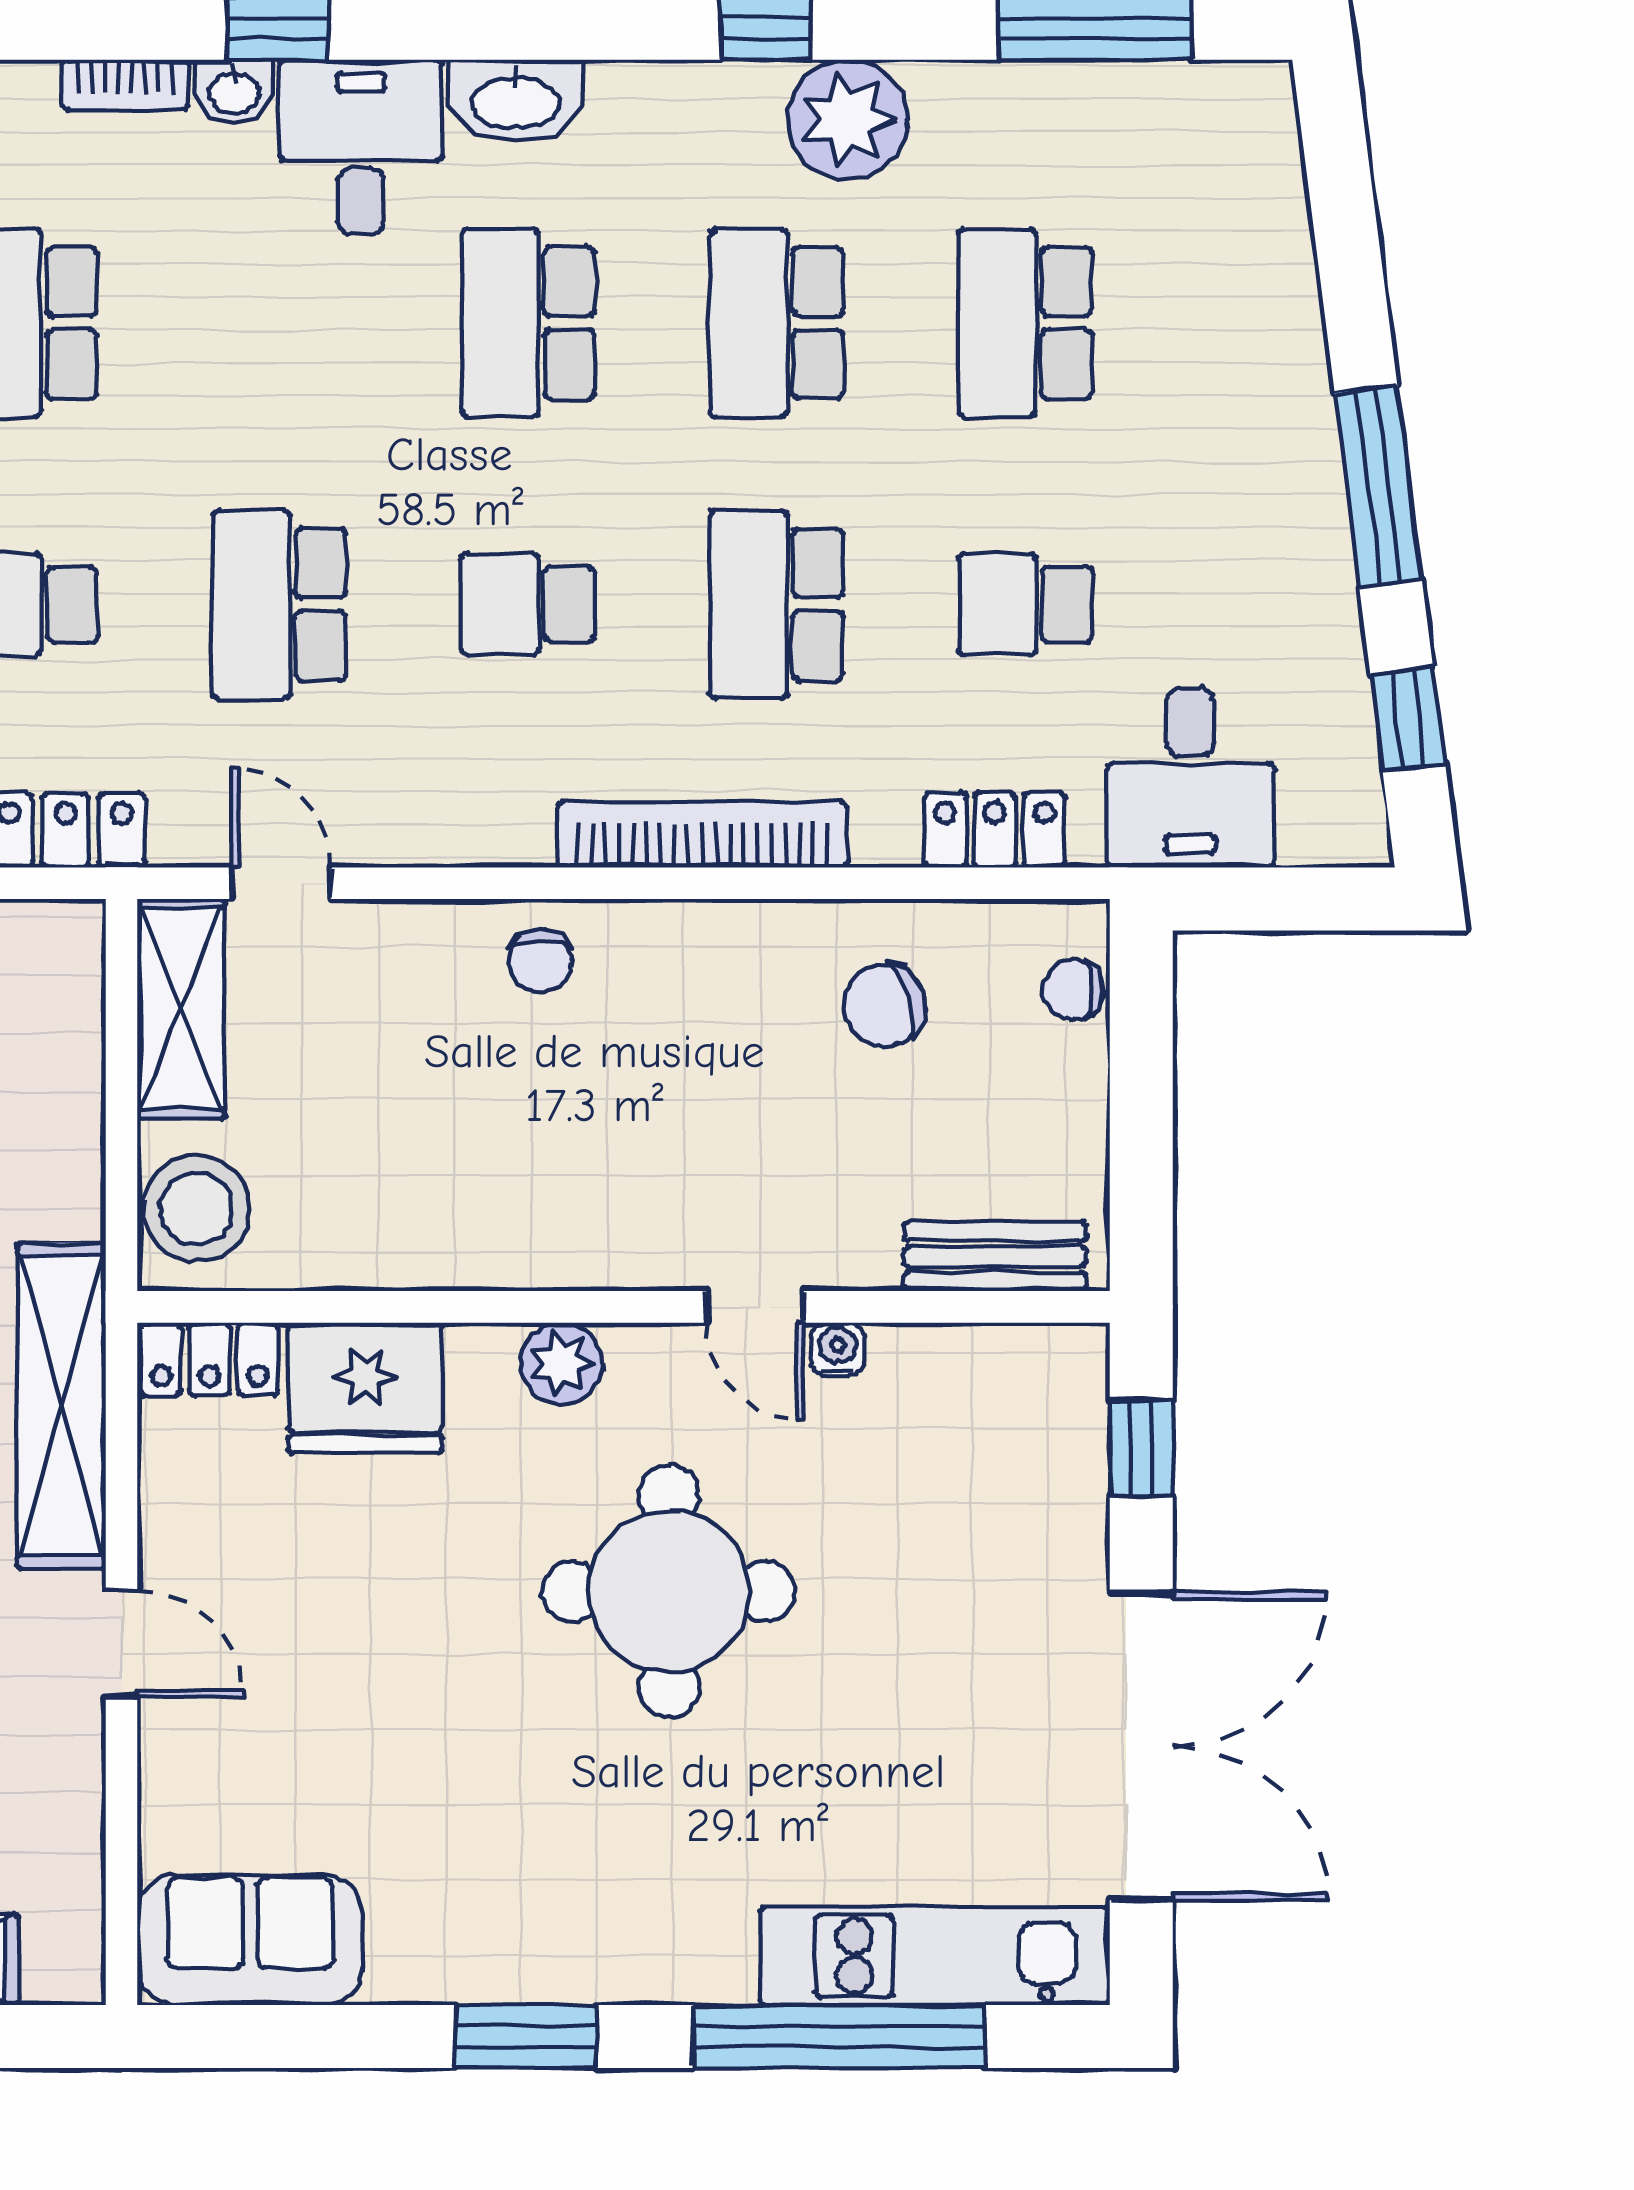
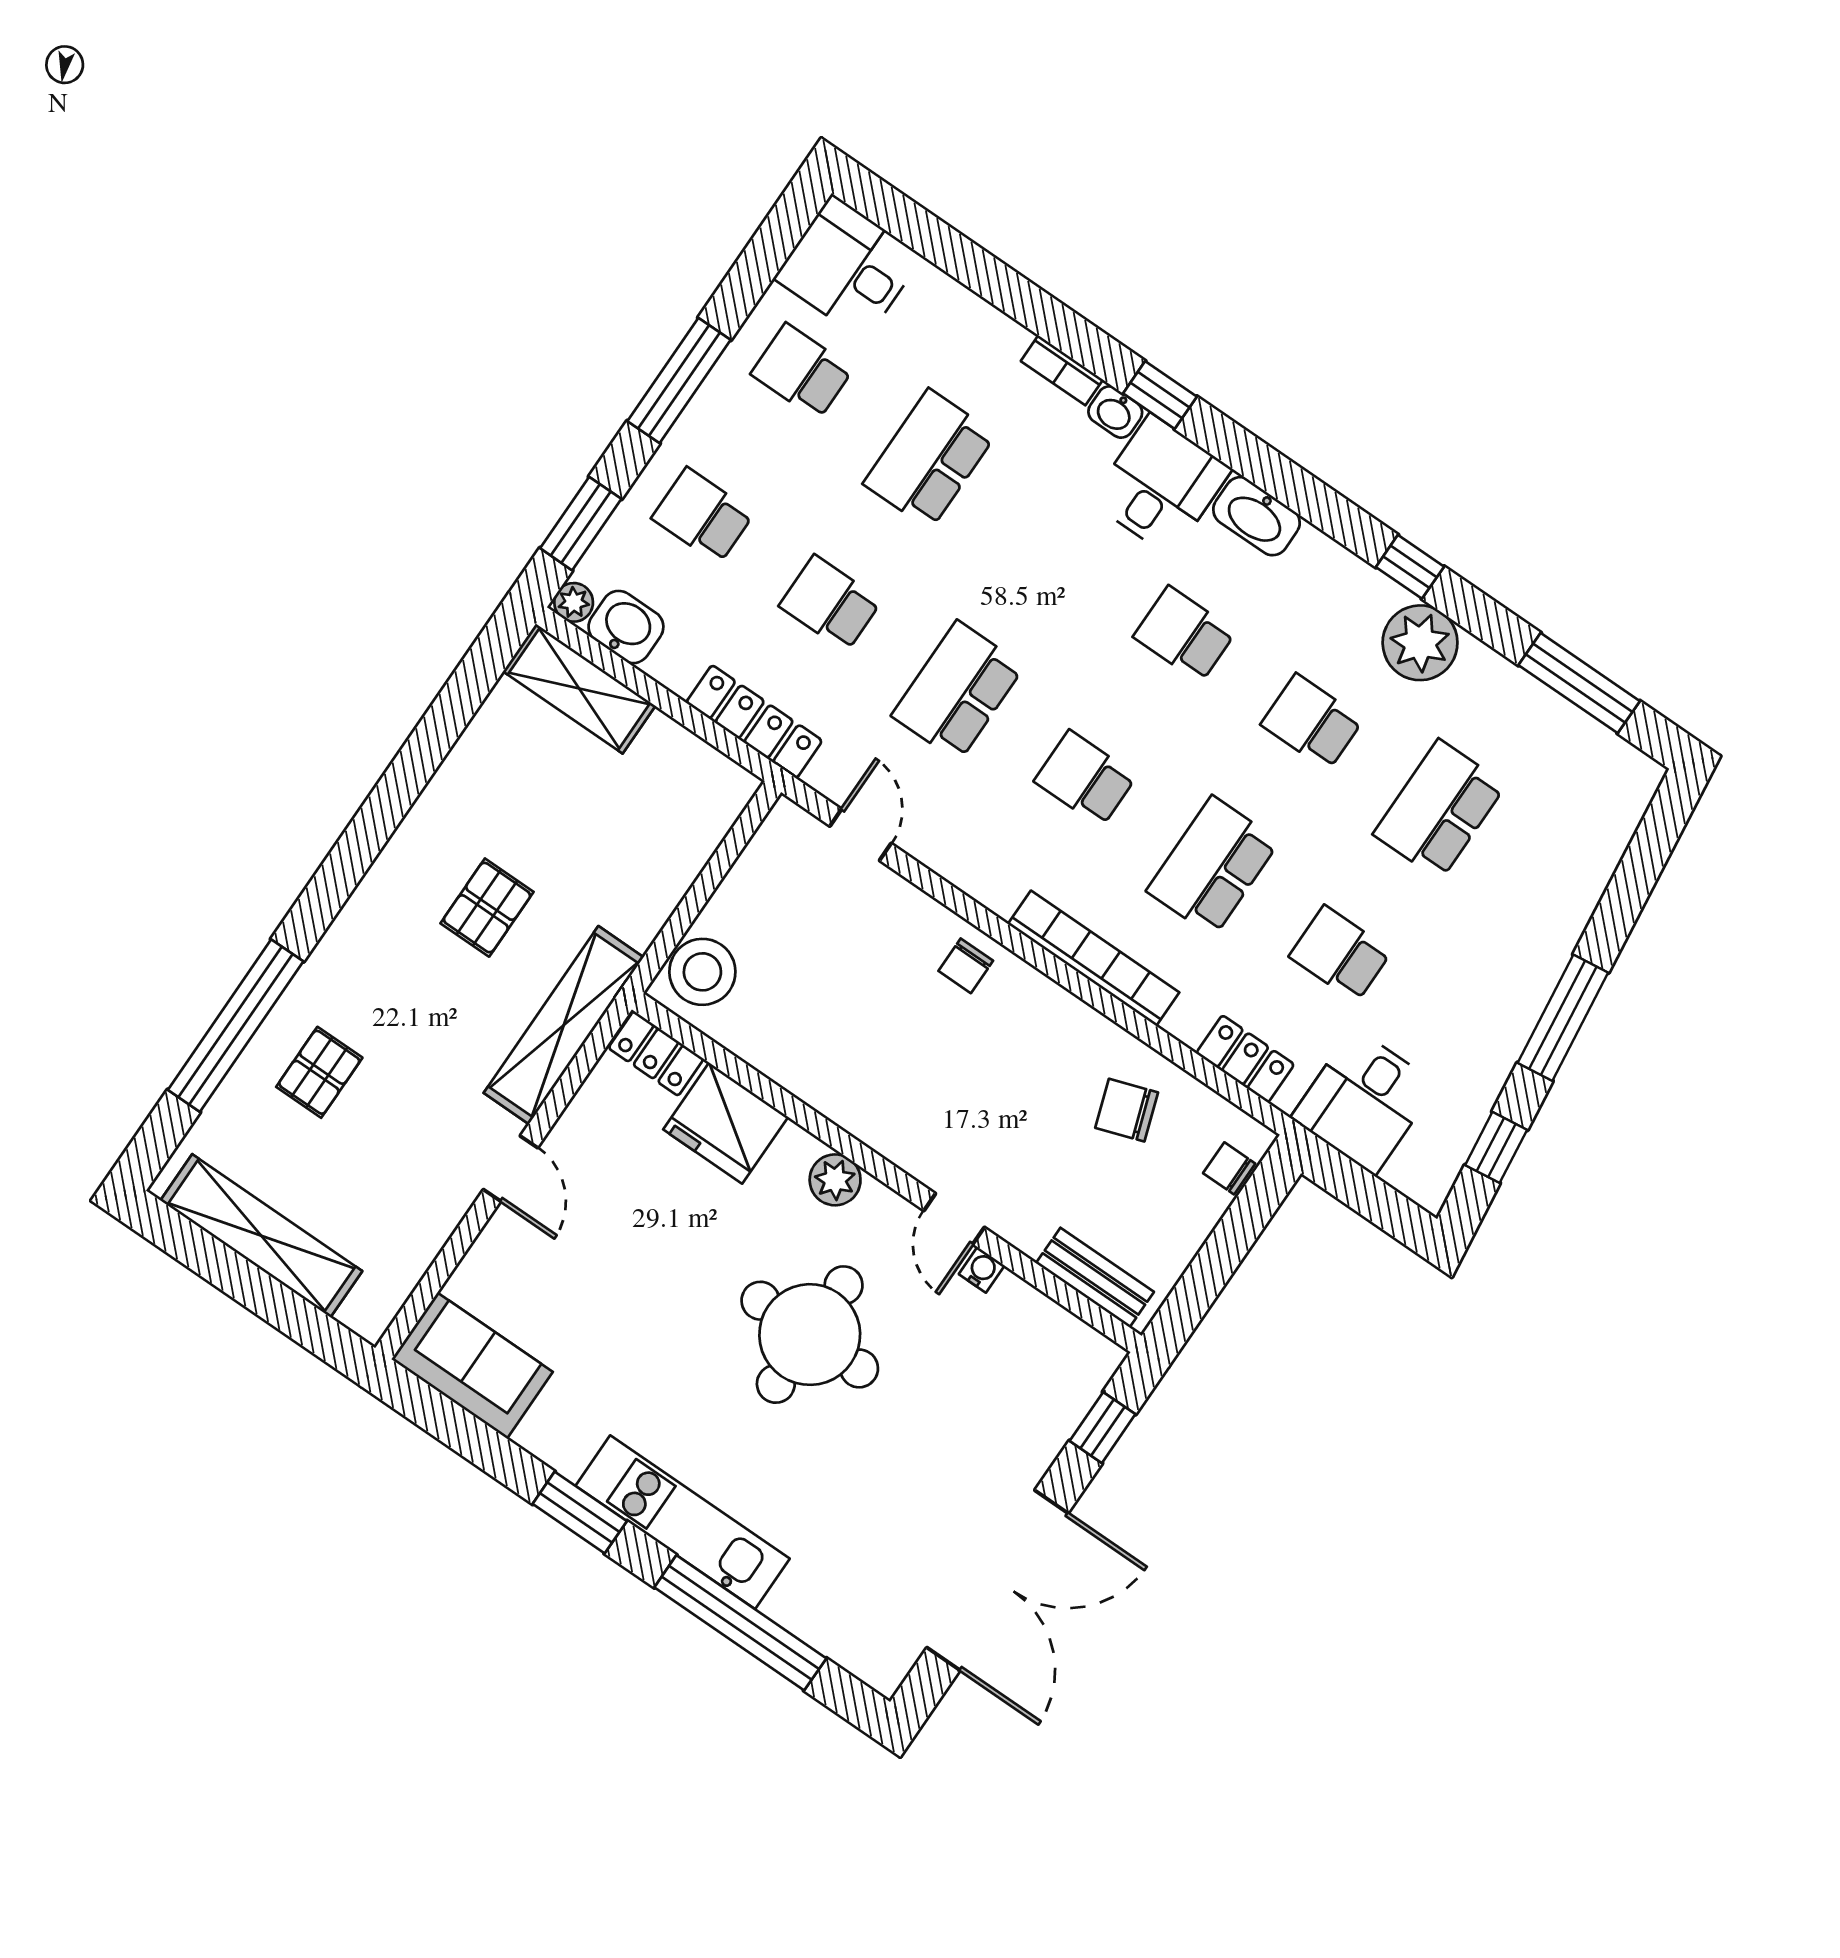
school desk: (528, 323) -> (1184, 634), width x0.54
school desk: (777, 323) -> (1312, 722), width x0.54
shelving: (181, 1009) -> (765, 864), removed
kitchen unit: (935, 1956) -> (683, 1522), moved

